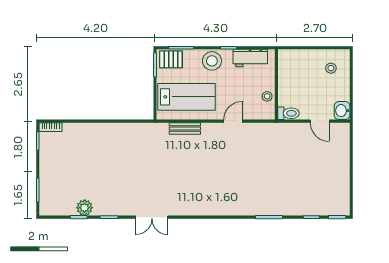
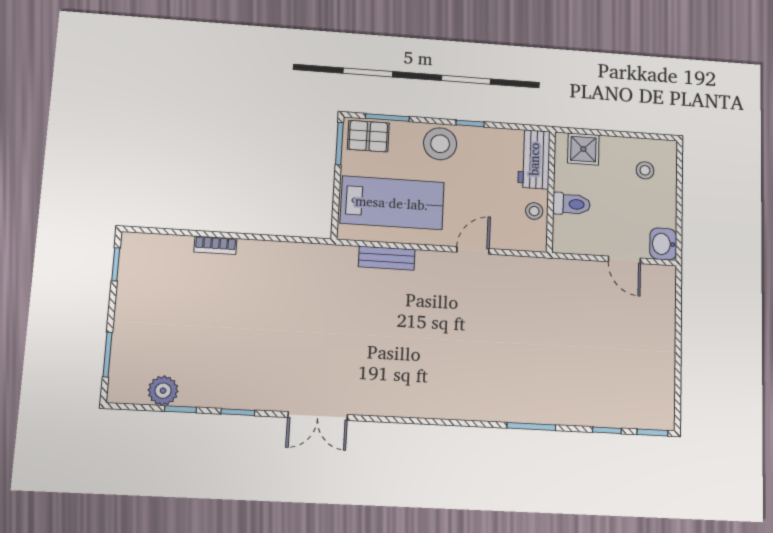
workbench: (250, 58) -> (534, 159), moved, turned 90
shower: (295, 58) -> (583, 149), added
toilet: (288, 113) -> (571, 204), moved
bookcase: (51, 127) -> (215, 245), moved
plant: (85, 208) -> (163, 391), moved

